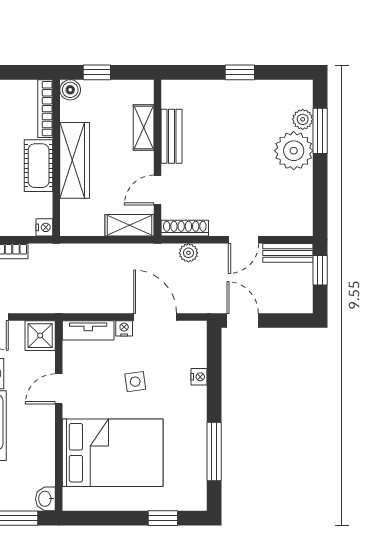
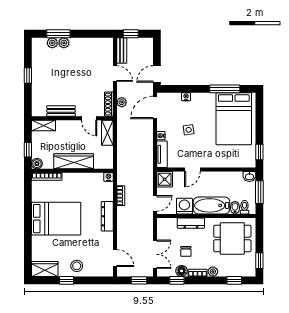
shelving: (144, 127) -> (44, 125), moved
plant: (294, 151) -> (64, 43), width x0.53, depth x0.53
cot: (39, 166) -> (76, 180), removed
door: (155, 317) -> (155, 107), moved
door: (59, 389) -> (192, 170), hinge flipped
bed: (113, 453) -> (234, 119), moved, turned 180
window: (163, 518) -> (259, 152), moved

